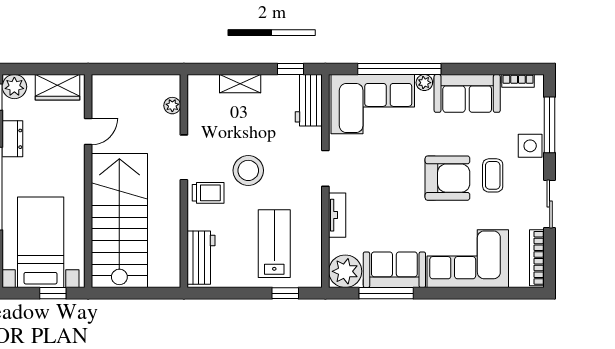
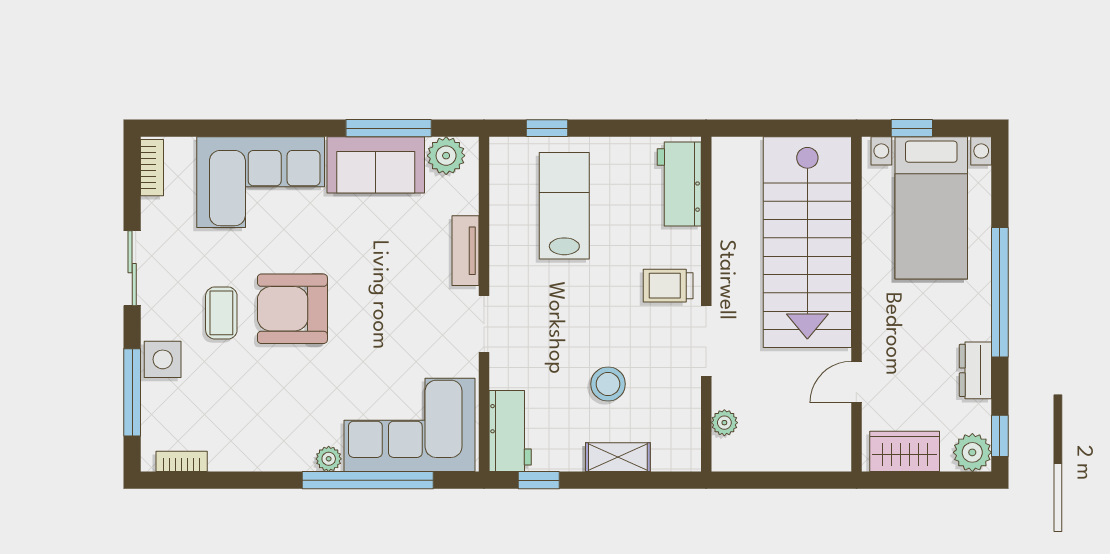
sofa: (467, 93) -> (261, 442), removed
stool: (248, 170) -> (608, 384), moved, width x0.73, depth x0.73
lab bench: (274, 244) -> (564, 206), turned 180
bookcase: (537, 258) -> (152, 168), width x0.64
plant: (345, 271) -> (446, 156), width x0.73, depth x0.73

